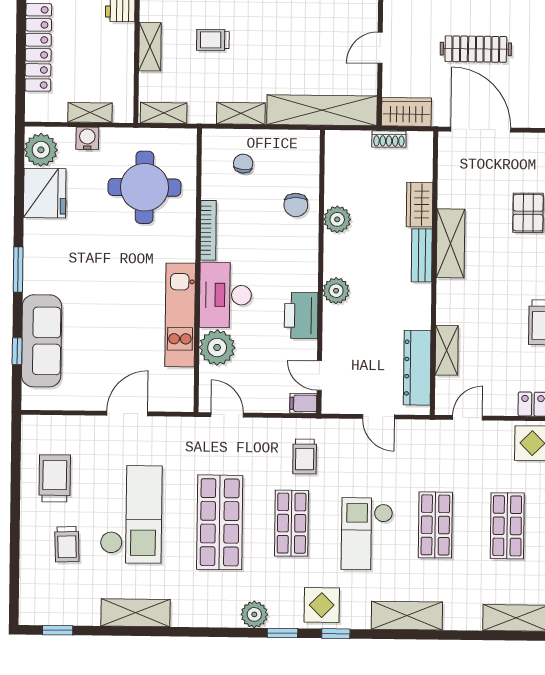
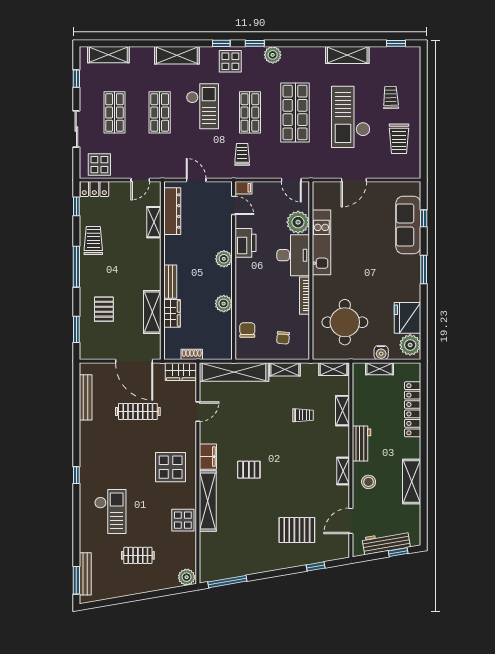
chair: (296, 205) -> (247, 330), moved
shelving: (451, 243) -> (152, 312), moved

